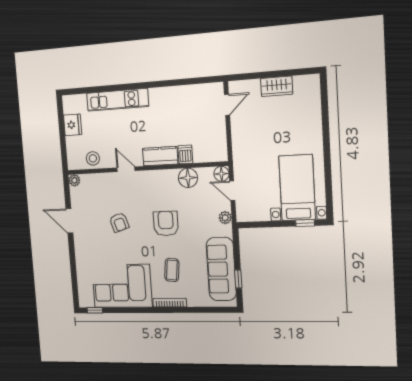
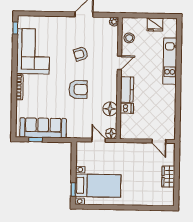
door: (232, 191) -> (99, 140), hinge flipped
plant: (225, 218) -> (80, 134), removed
coffee table: (172, 270) -> (44, 91), removed

